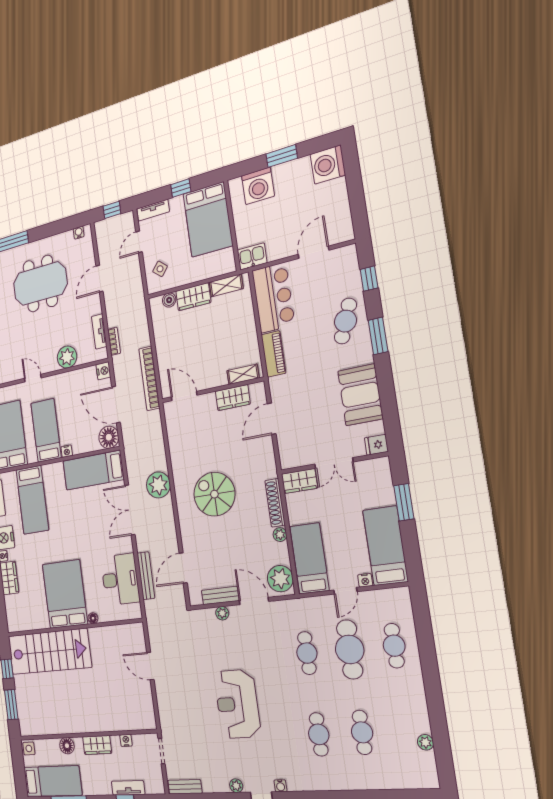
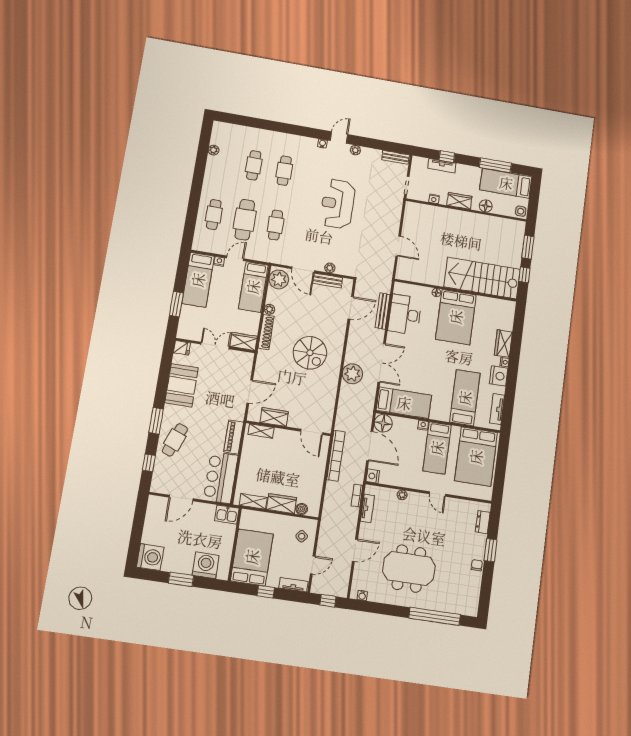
plant: (67, 357) -> (402, 495), width x0.53, depth x0.53
reception desk: (237, 704) -> (338, 204), turned 180

